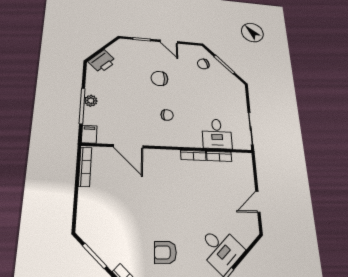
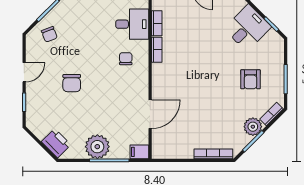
plant: (91, 101) -> (97, 147), width x1.87, depth x1.87
chair: (167, 115) -> (126, 59), moved
bookcase: (85, 167) -> (213, 154), moved
plant: (112, 255) -> (253, 127), added

